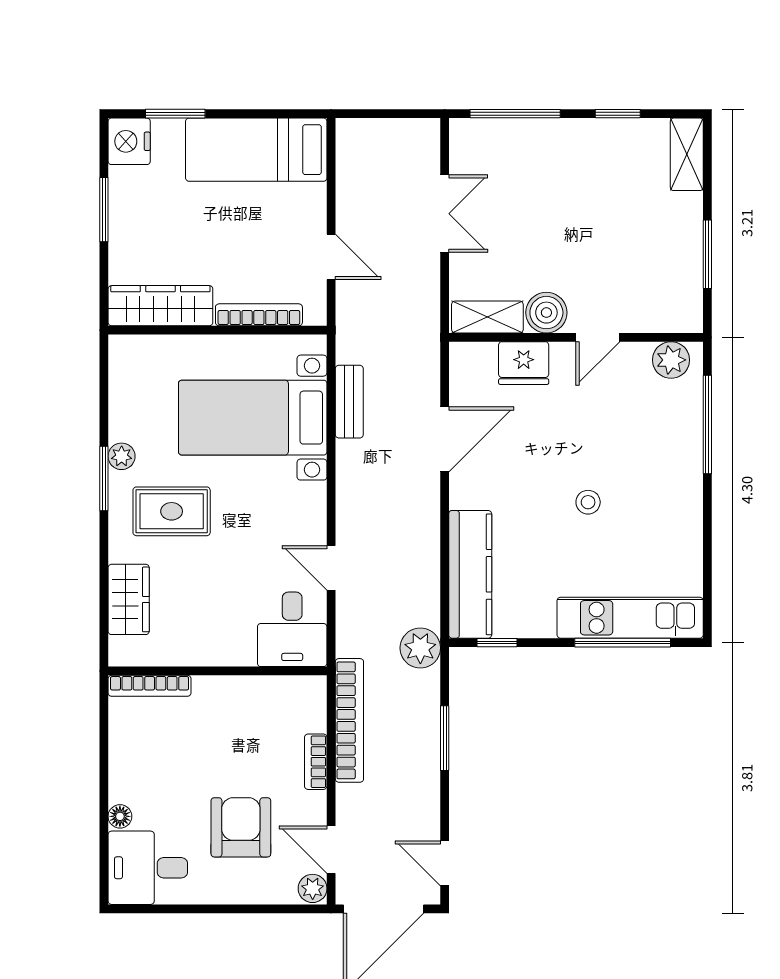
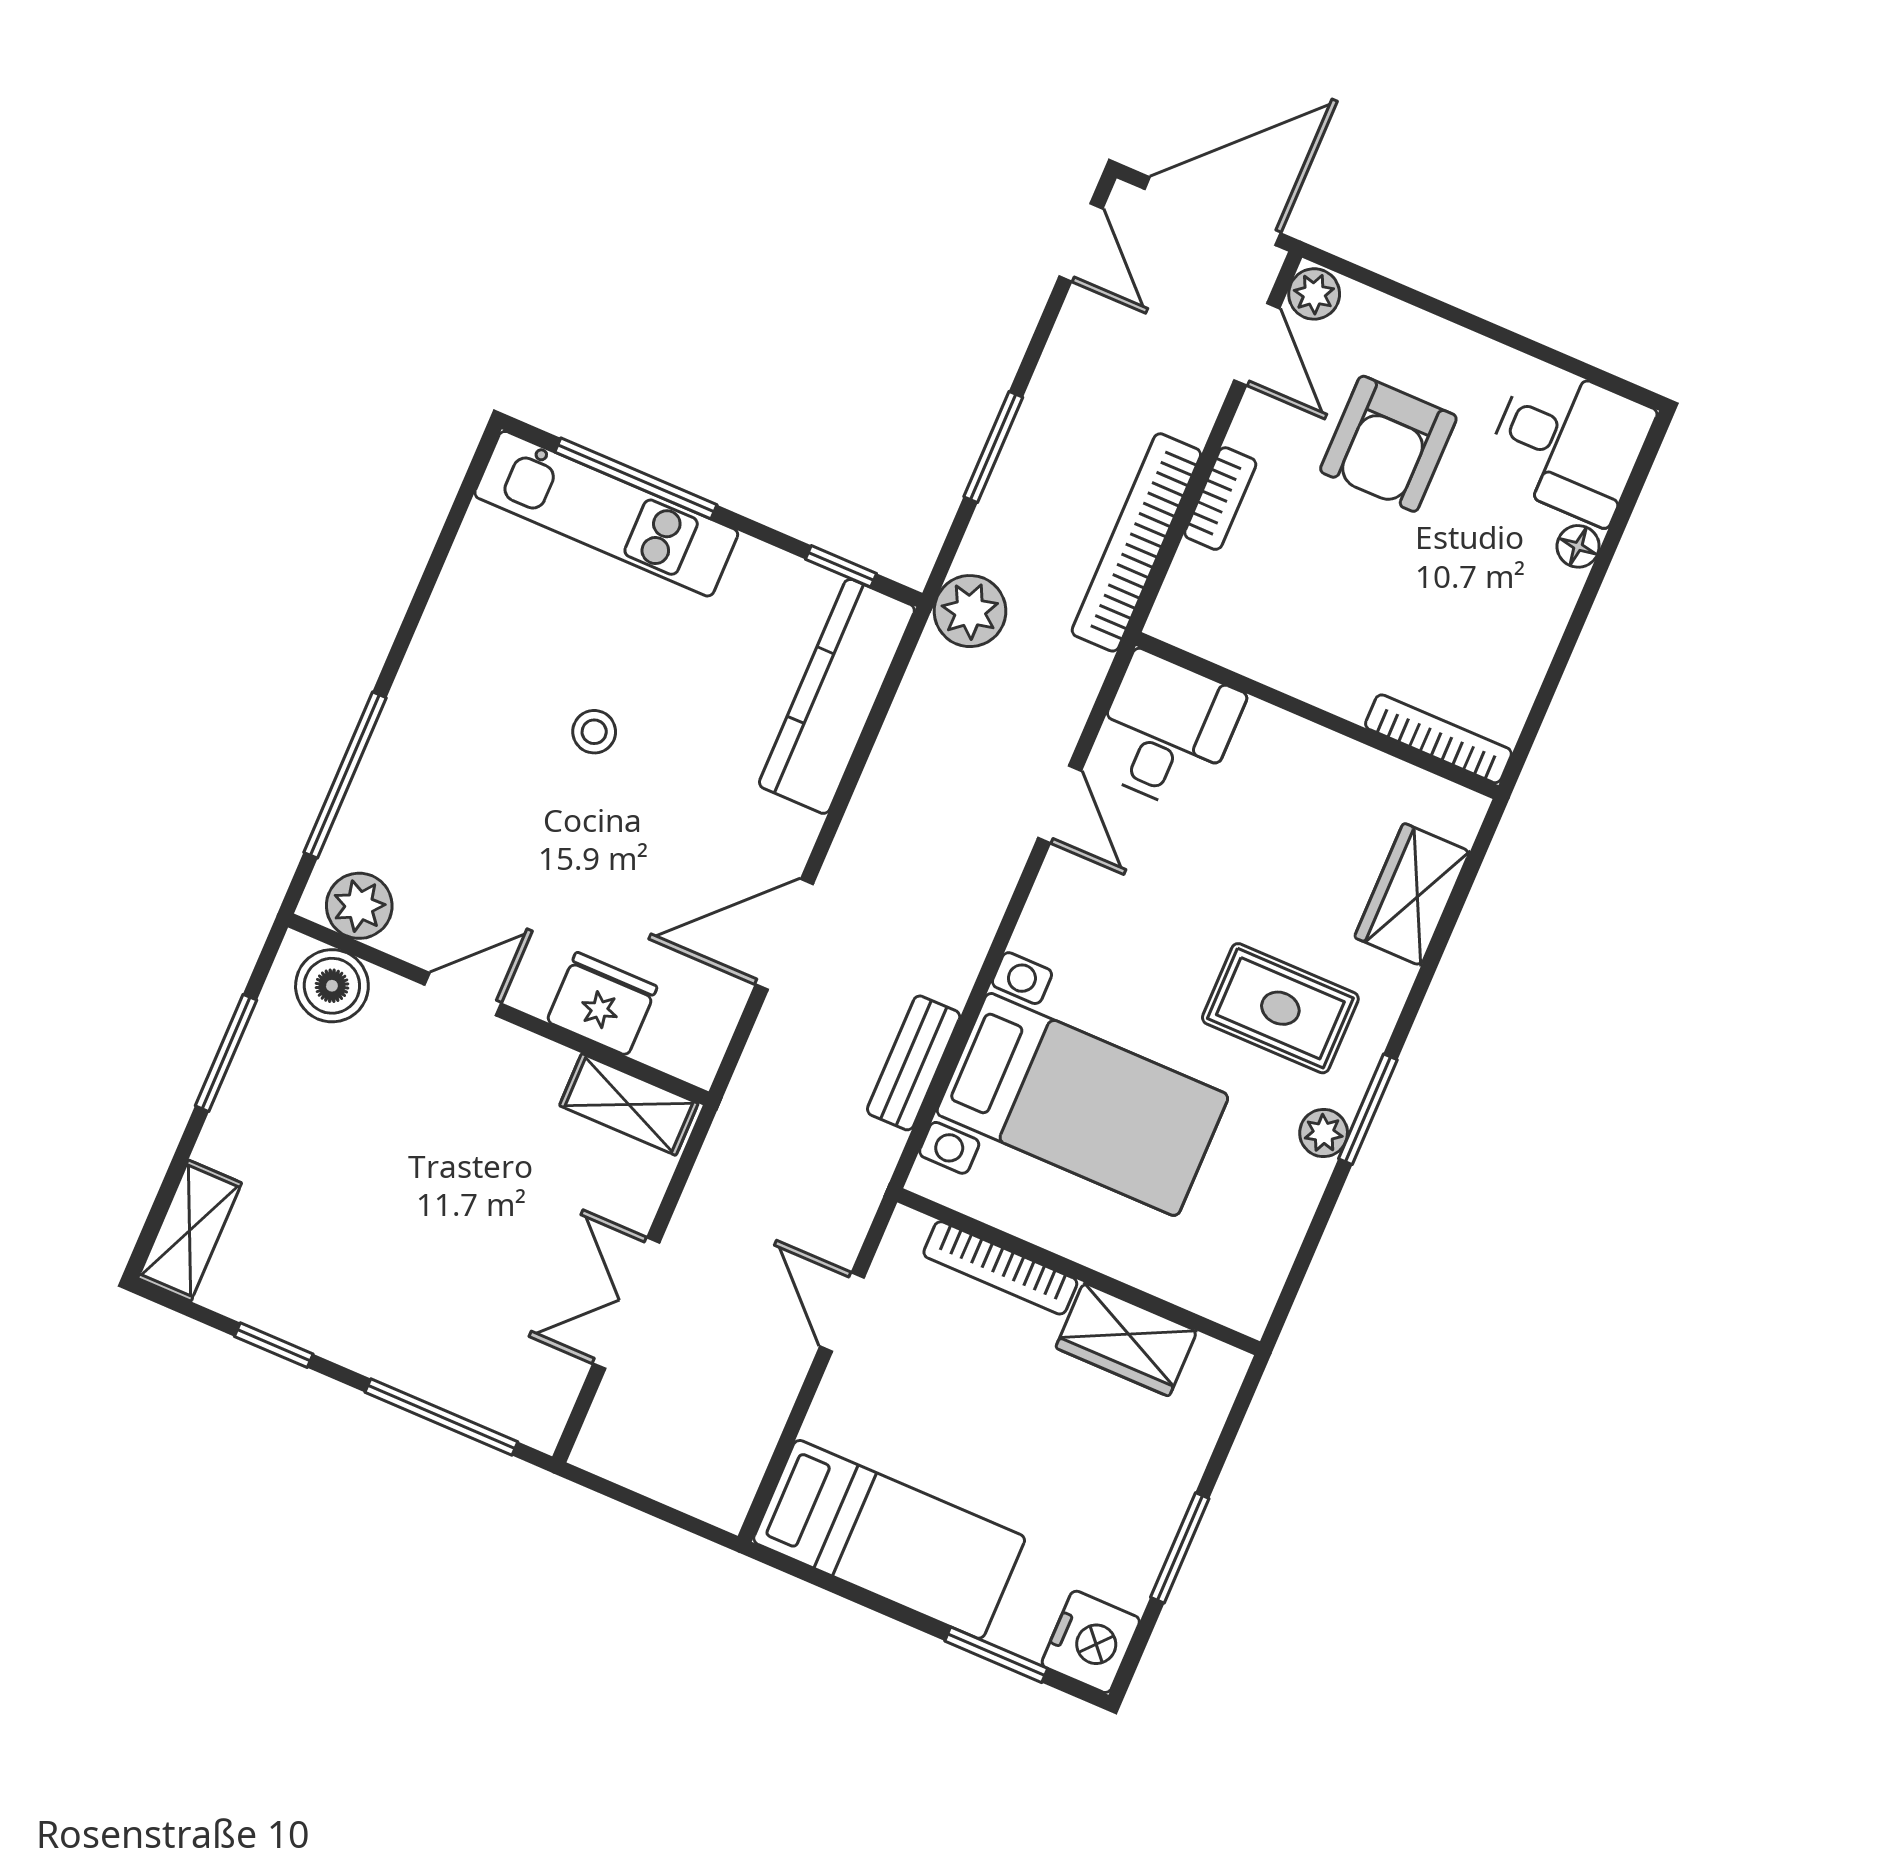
wardrobe: (160, 306) -> (1126, 1339), width x0.67
boiler: (546, 313) -> (332, 986), moved

